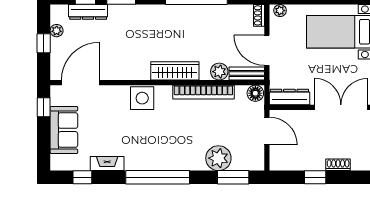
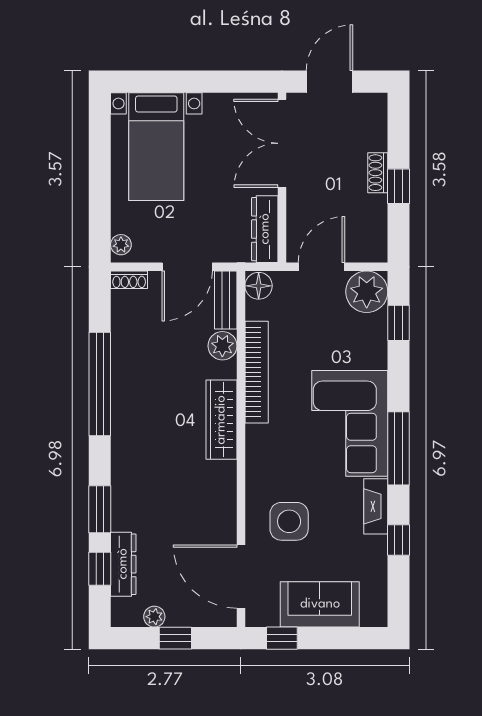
side table: (142, 98) -> (289, 521), moved
corner sofa: (173, 148) -> (350, 423), added
plant: (218, 158) -> (367, 292), moved
fireplace: (107, 164) -> (376, 506), moved
shoe rack: (338, 165) -> (378, 173), moved
window: (82, 177) -> (399, 540), moved
window: (158, 177) -> (399, 448), width x0.68
window: (233, 177) -> (399, 323), width x0.67

